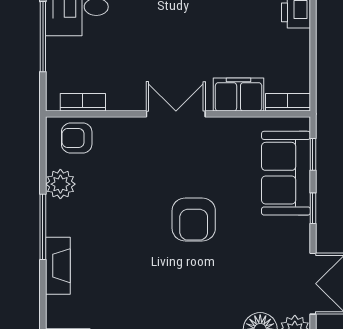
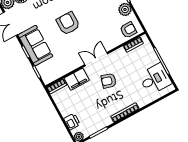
armchair: (174, 55) -> (109, 81), added
double door: (176, 114) -> (96, 59), swing flipped
sofa: (286, 173) -> (35, 46), moved

